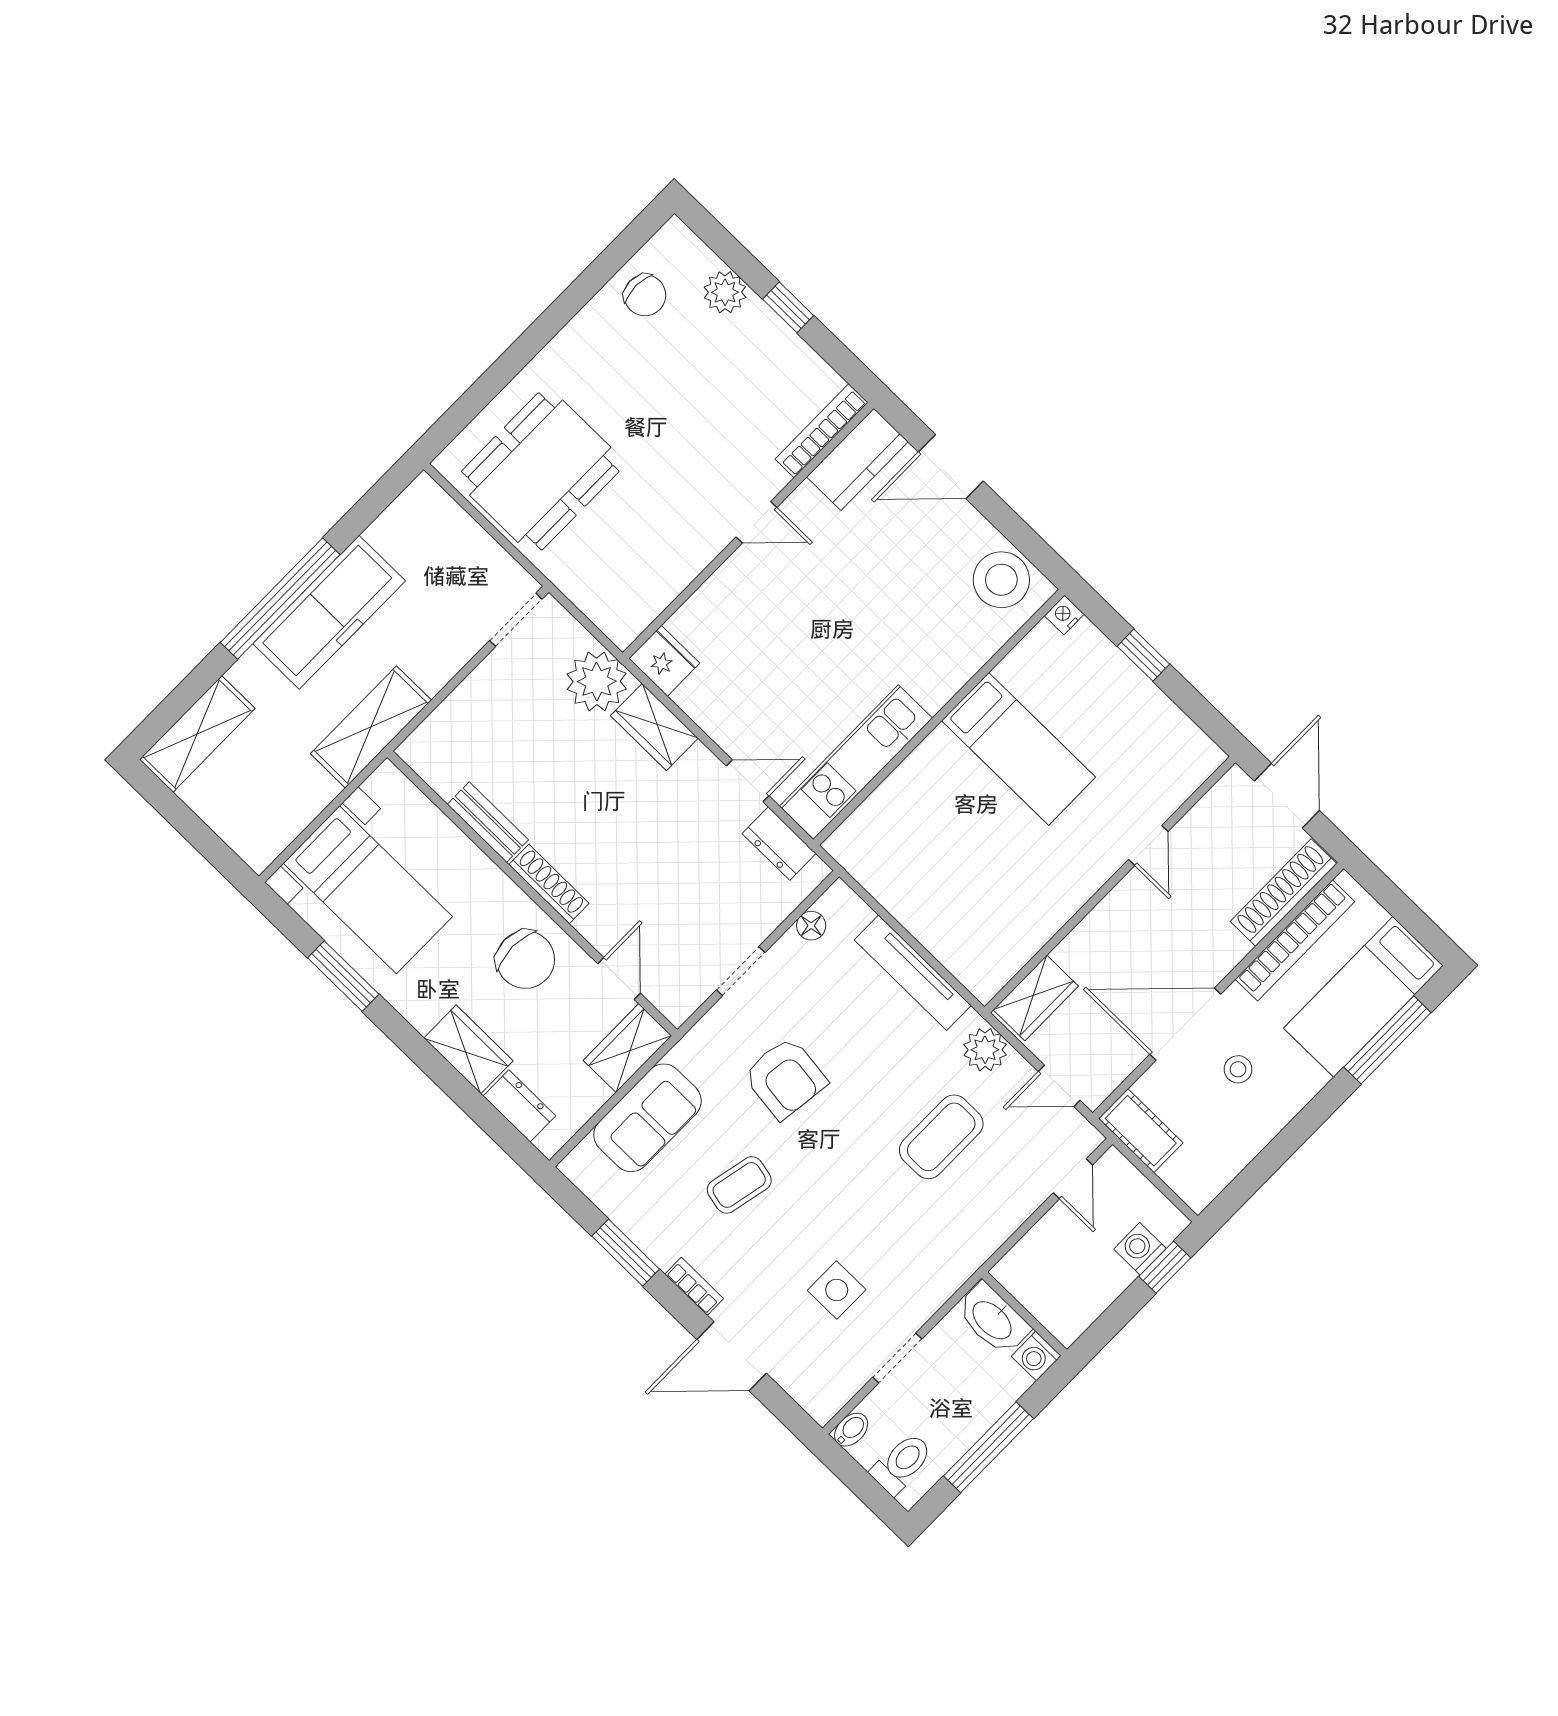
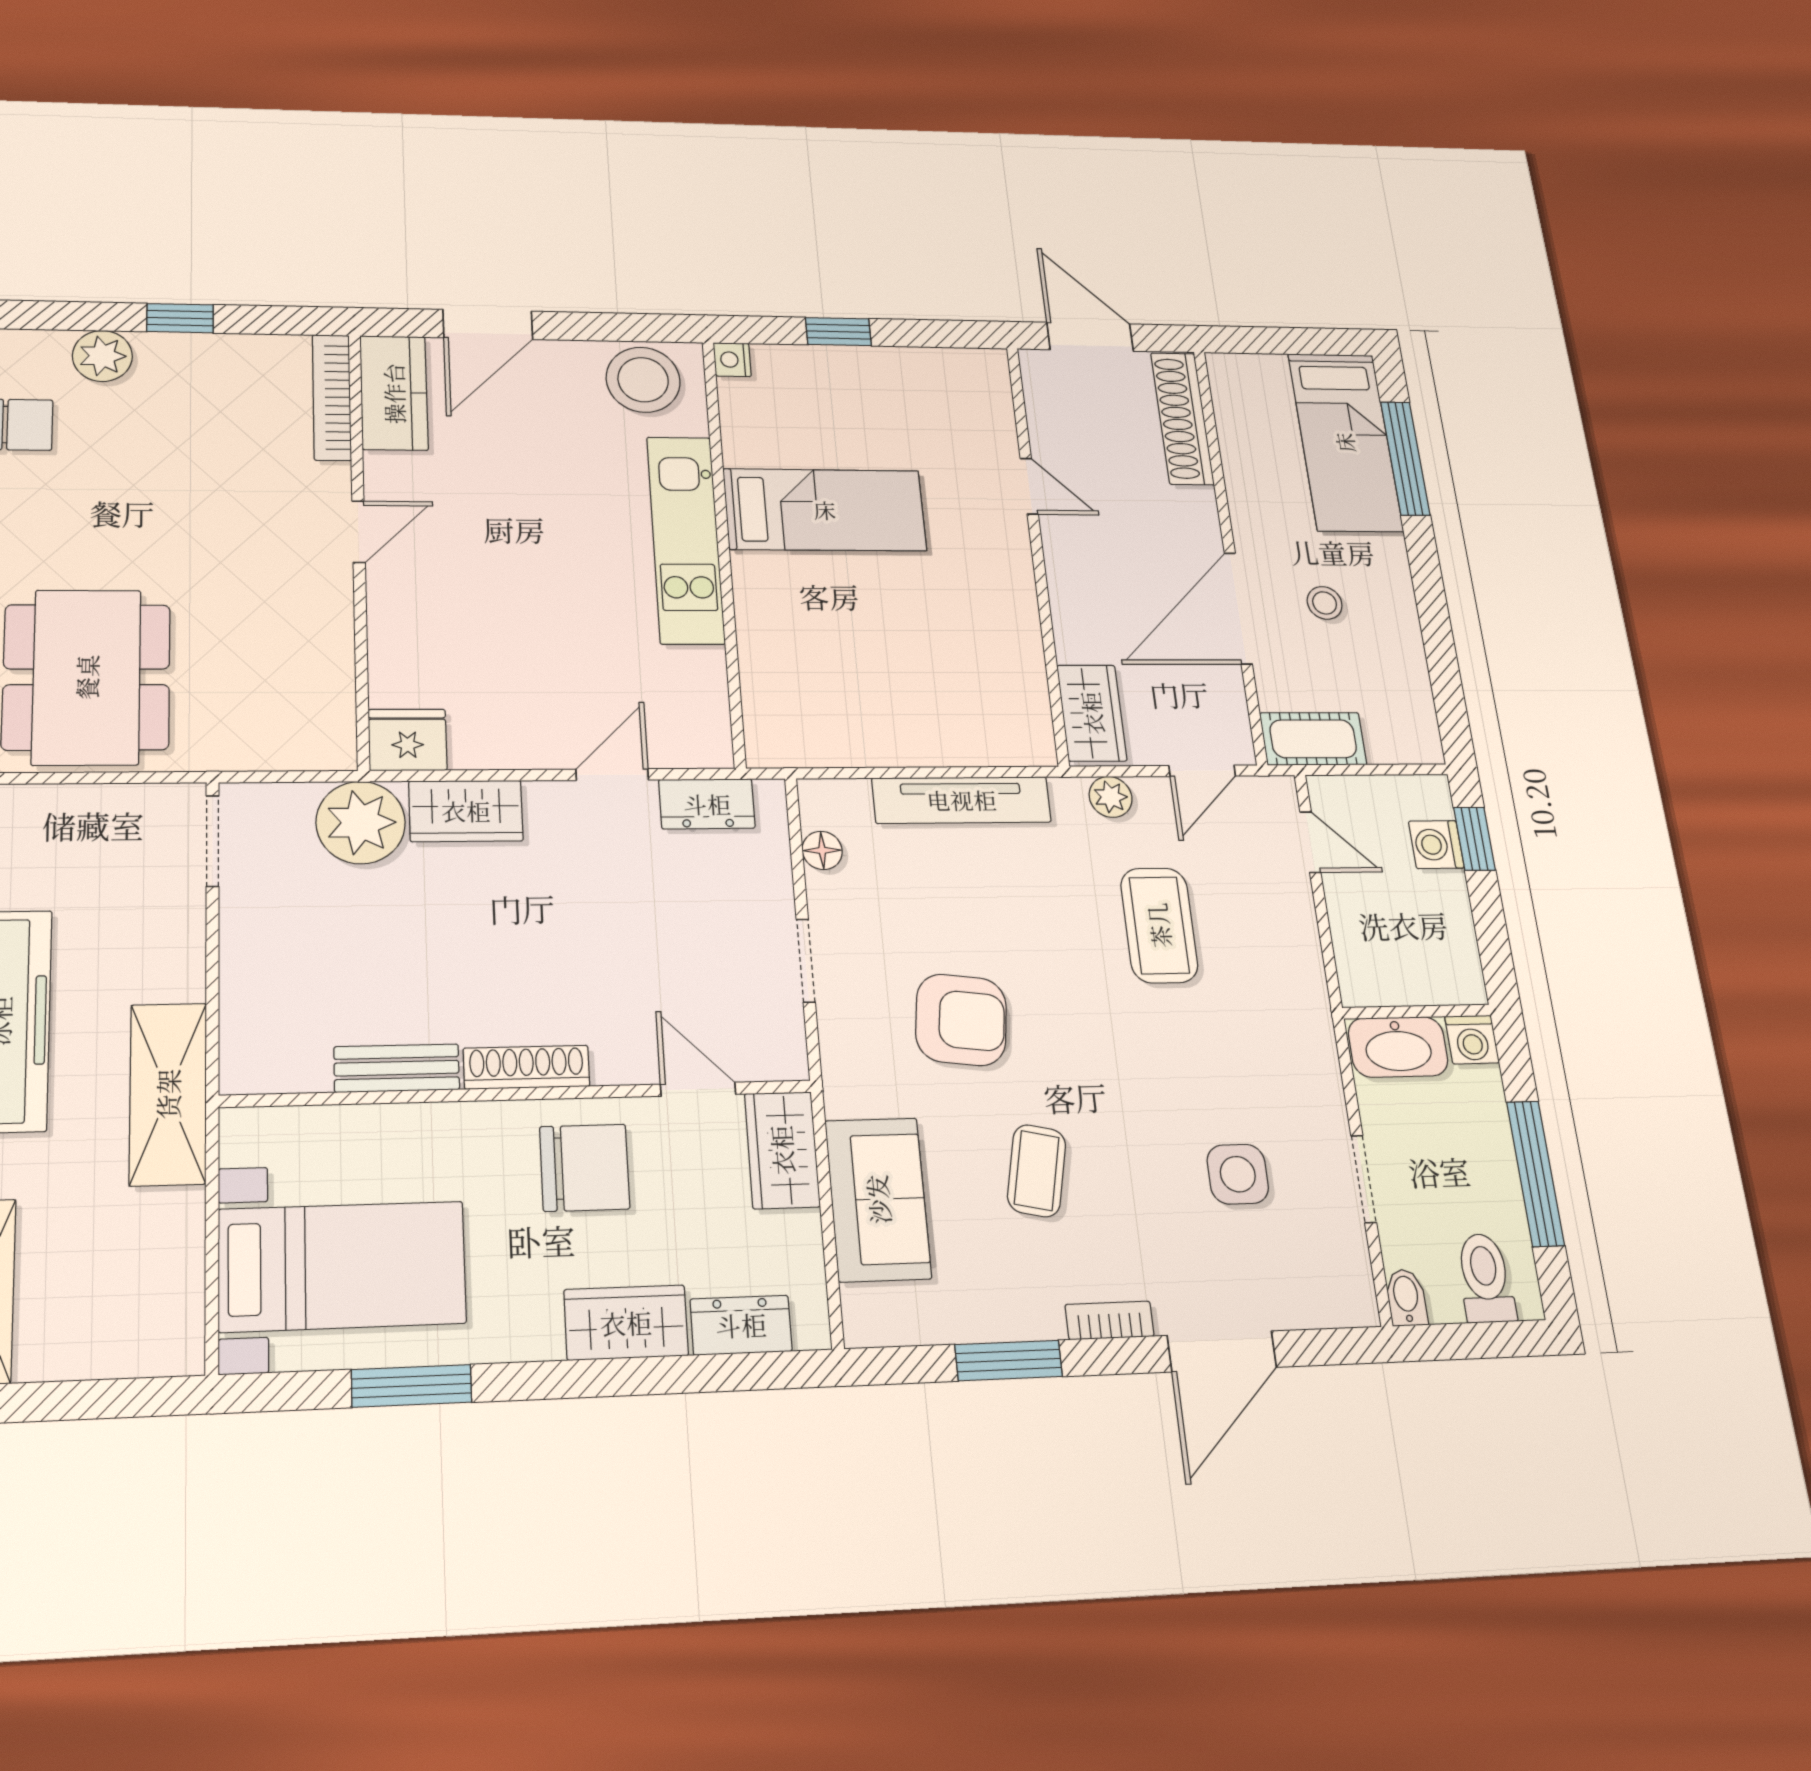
kitchen unit: (856, 762) -> (686, 539), moved
bookcase: (1295, 940) -> (1238, 449), removed
plant: (985, 1050) -> (1111, 797), width x0.73, depth x0.73

